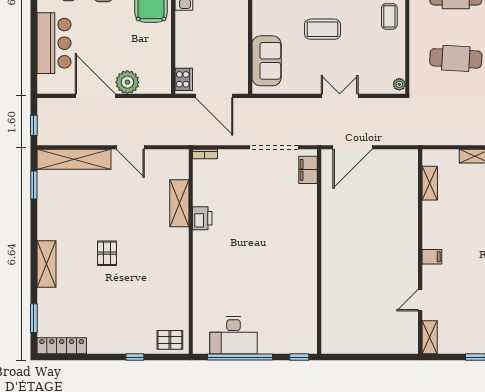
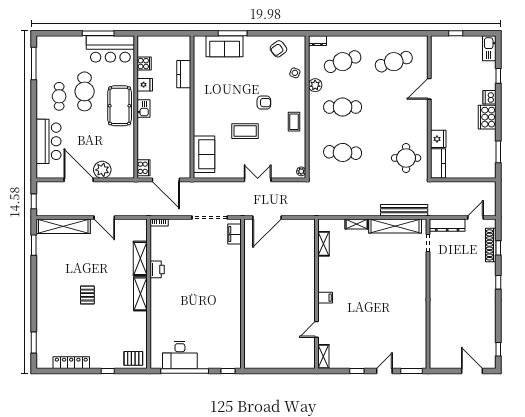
shelving: (46, 264) -> (140, 294), moved
locker: (62, 346) -> (71, 363), moved

